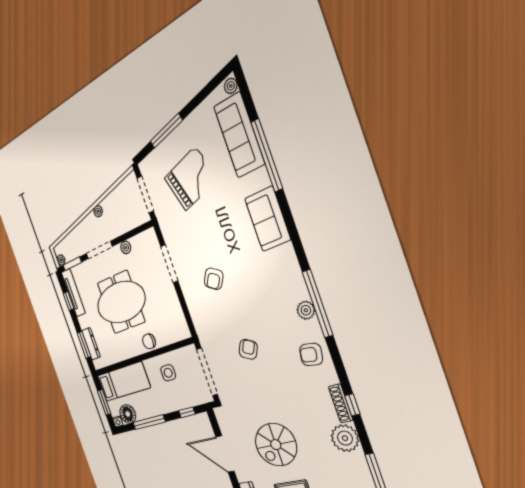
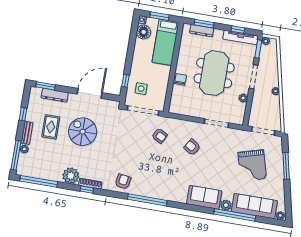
plant: (306, 310) -> (226, 205), moved
armchair: (248, 349) -> (159, 136), moved
side table: (168, 373) -> (141, 89), moved
window: (149, 422) -> (131, 47), removed

